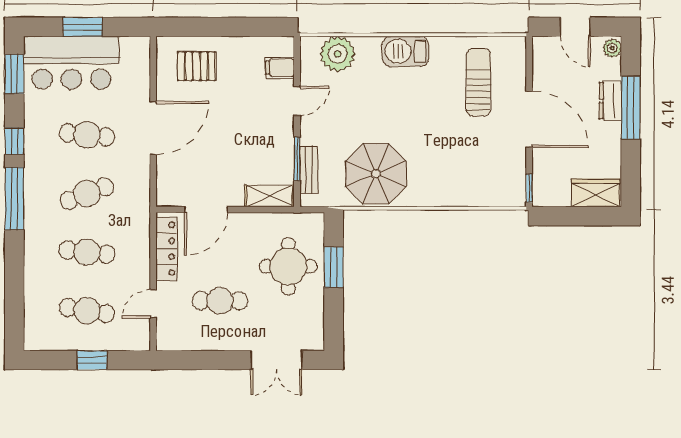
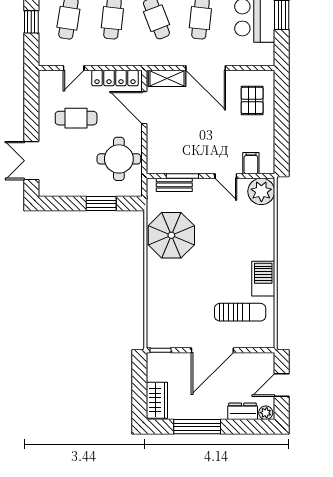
barbecue: (405, 51) -> (263, 279), moved
plant: (338, 54) -> (261, 191), moved
dresser: (610, 101) -> (243, 411), moved
window: (631, 108) -> (197, 427), moved
shelving: (270, 196) -> (167, 78), moved, turned 90
round table: (288, 266) -> (119, 159), moved
cafe table: (220, 301) -> (76, 118), turned 90
door: (153, 304) -> (74, 68), swing flipped

